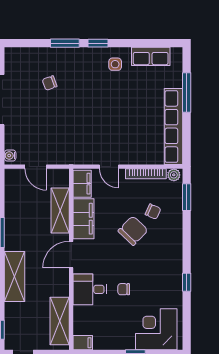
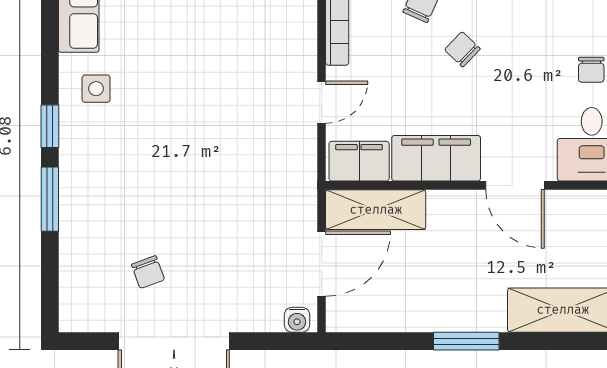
chair: (50, 83) -> (148, 272), moved
door: (36, 167) -> (322, 264), width x1.38
shelving: (60, 210) -> (376, 210), moved
chair: (133, 231) -> (462, 49), width x0.54, depth x0.54

